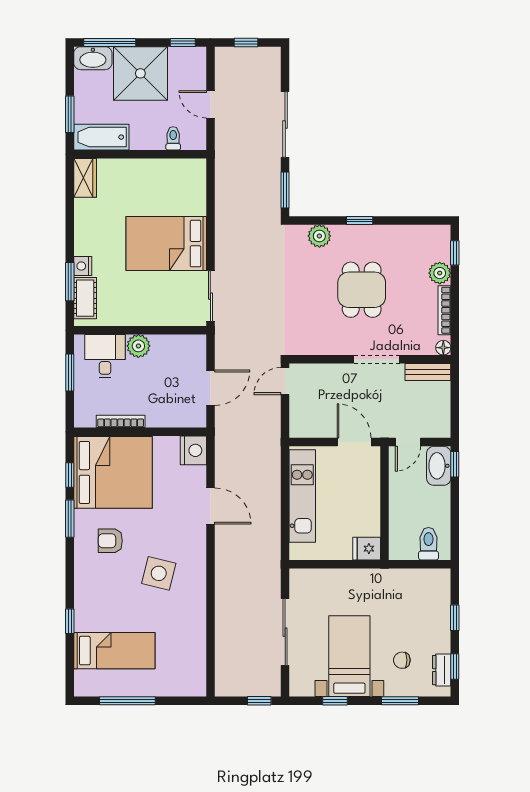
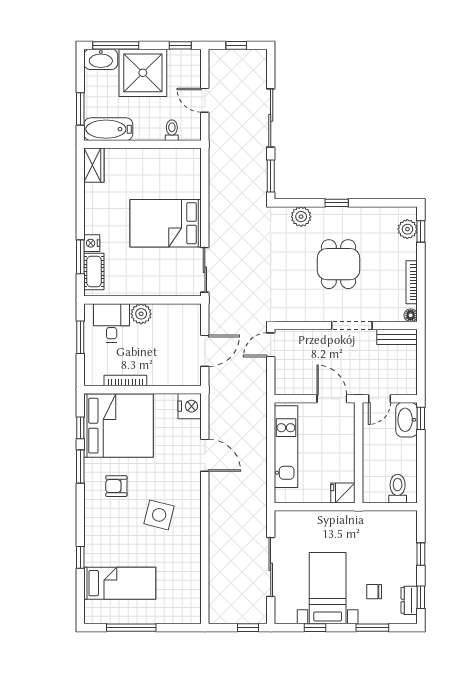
plant: (440, 273) -> (407, 229), moved

